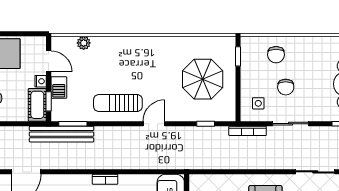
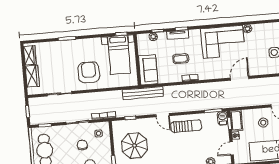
door: (49, 61) -> (232, 148), hinge flipped
barbecue: (59, 88) -> (223, 118), moved
door: (154, 124) -> (163, 115), hinge flipped
bench: (62, 134) -> (143, 93), moved

